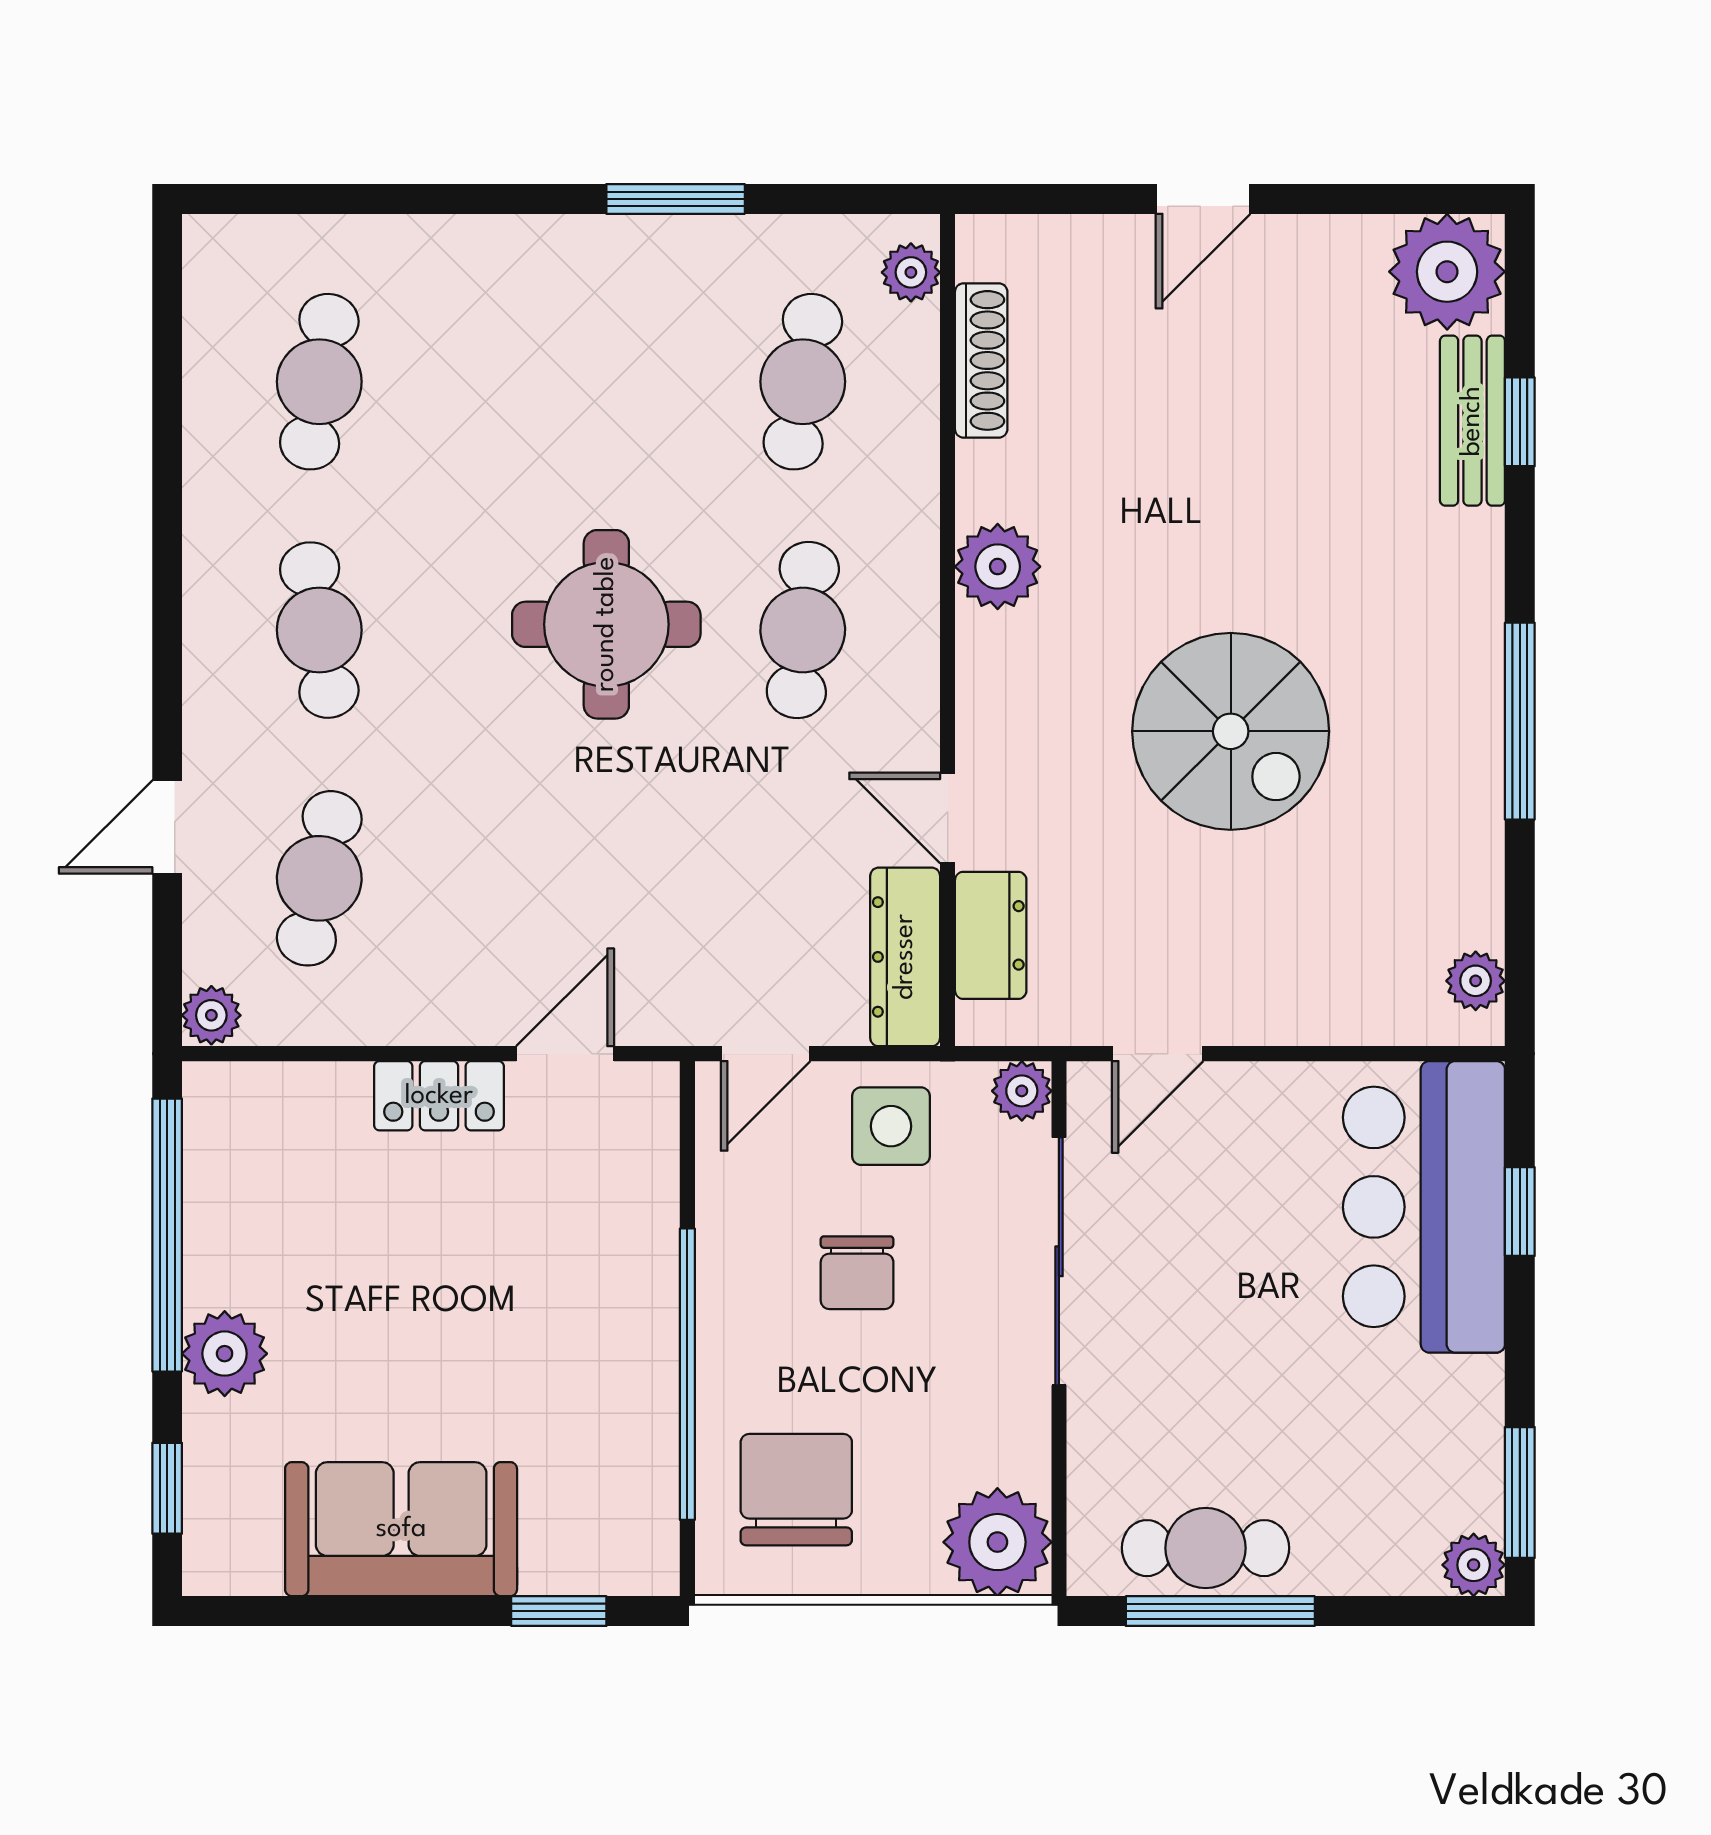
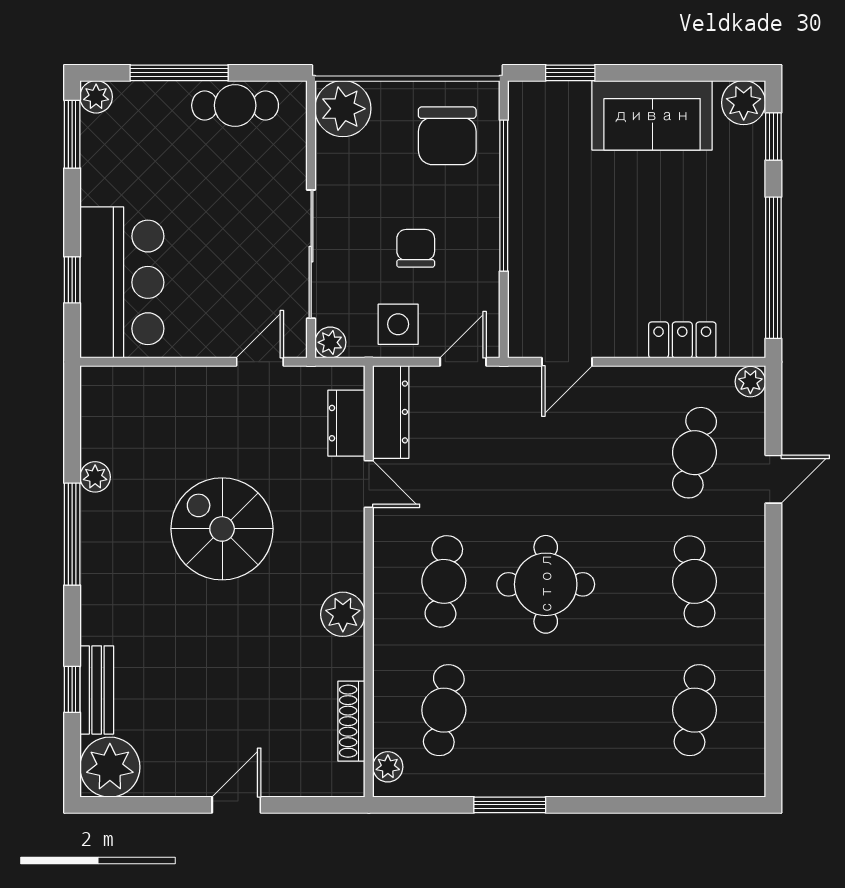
plant: (1476, 981) -> (95, 477), moved
locker: (439, 1096) -> (682, 340), moved
plant: (225, 1354) -> (744, 103), moved
window: (1220, 1611) -> (179, 73), moved

